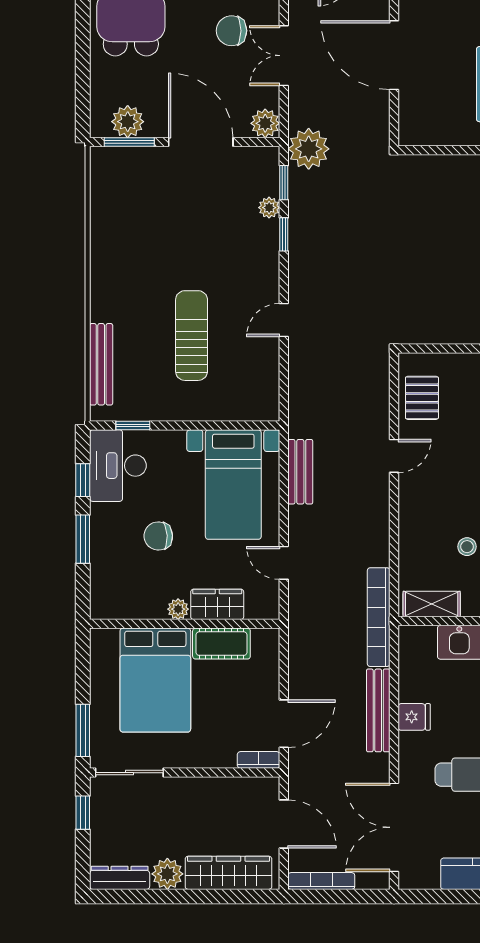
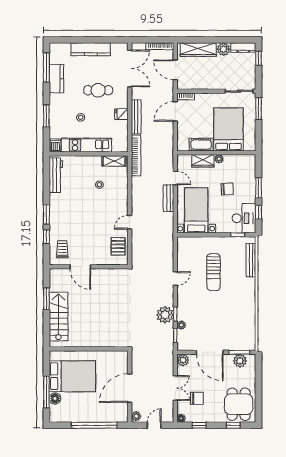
door: (394, 55) -> (130, 388), swing flipped
plant: (309, 149) -> (165, 315), moved
bench: (300, 472) -> (168, 198), moved
window: (83, 813) -> (259, 58), moved

